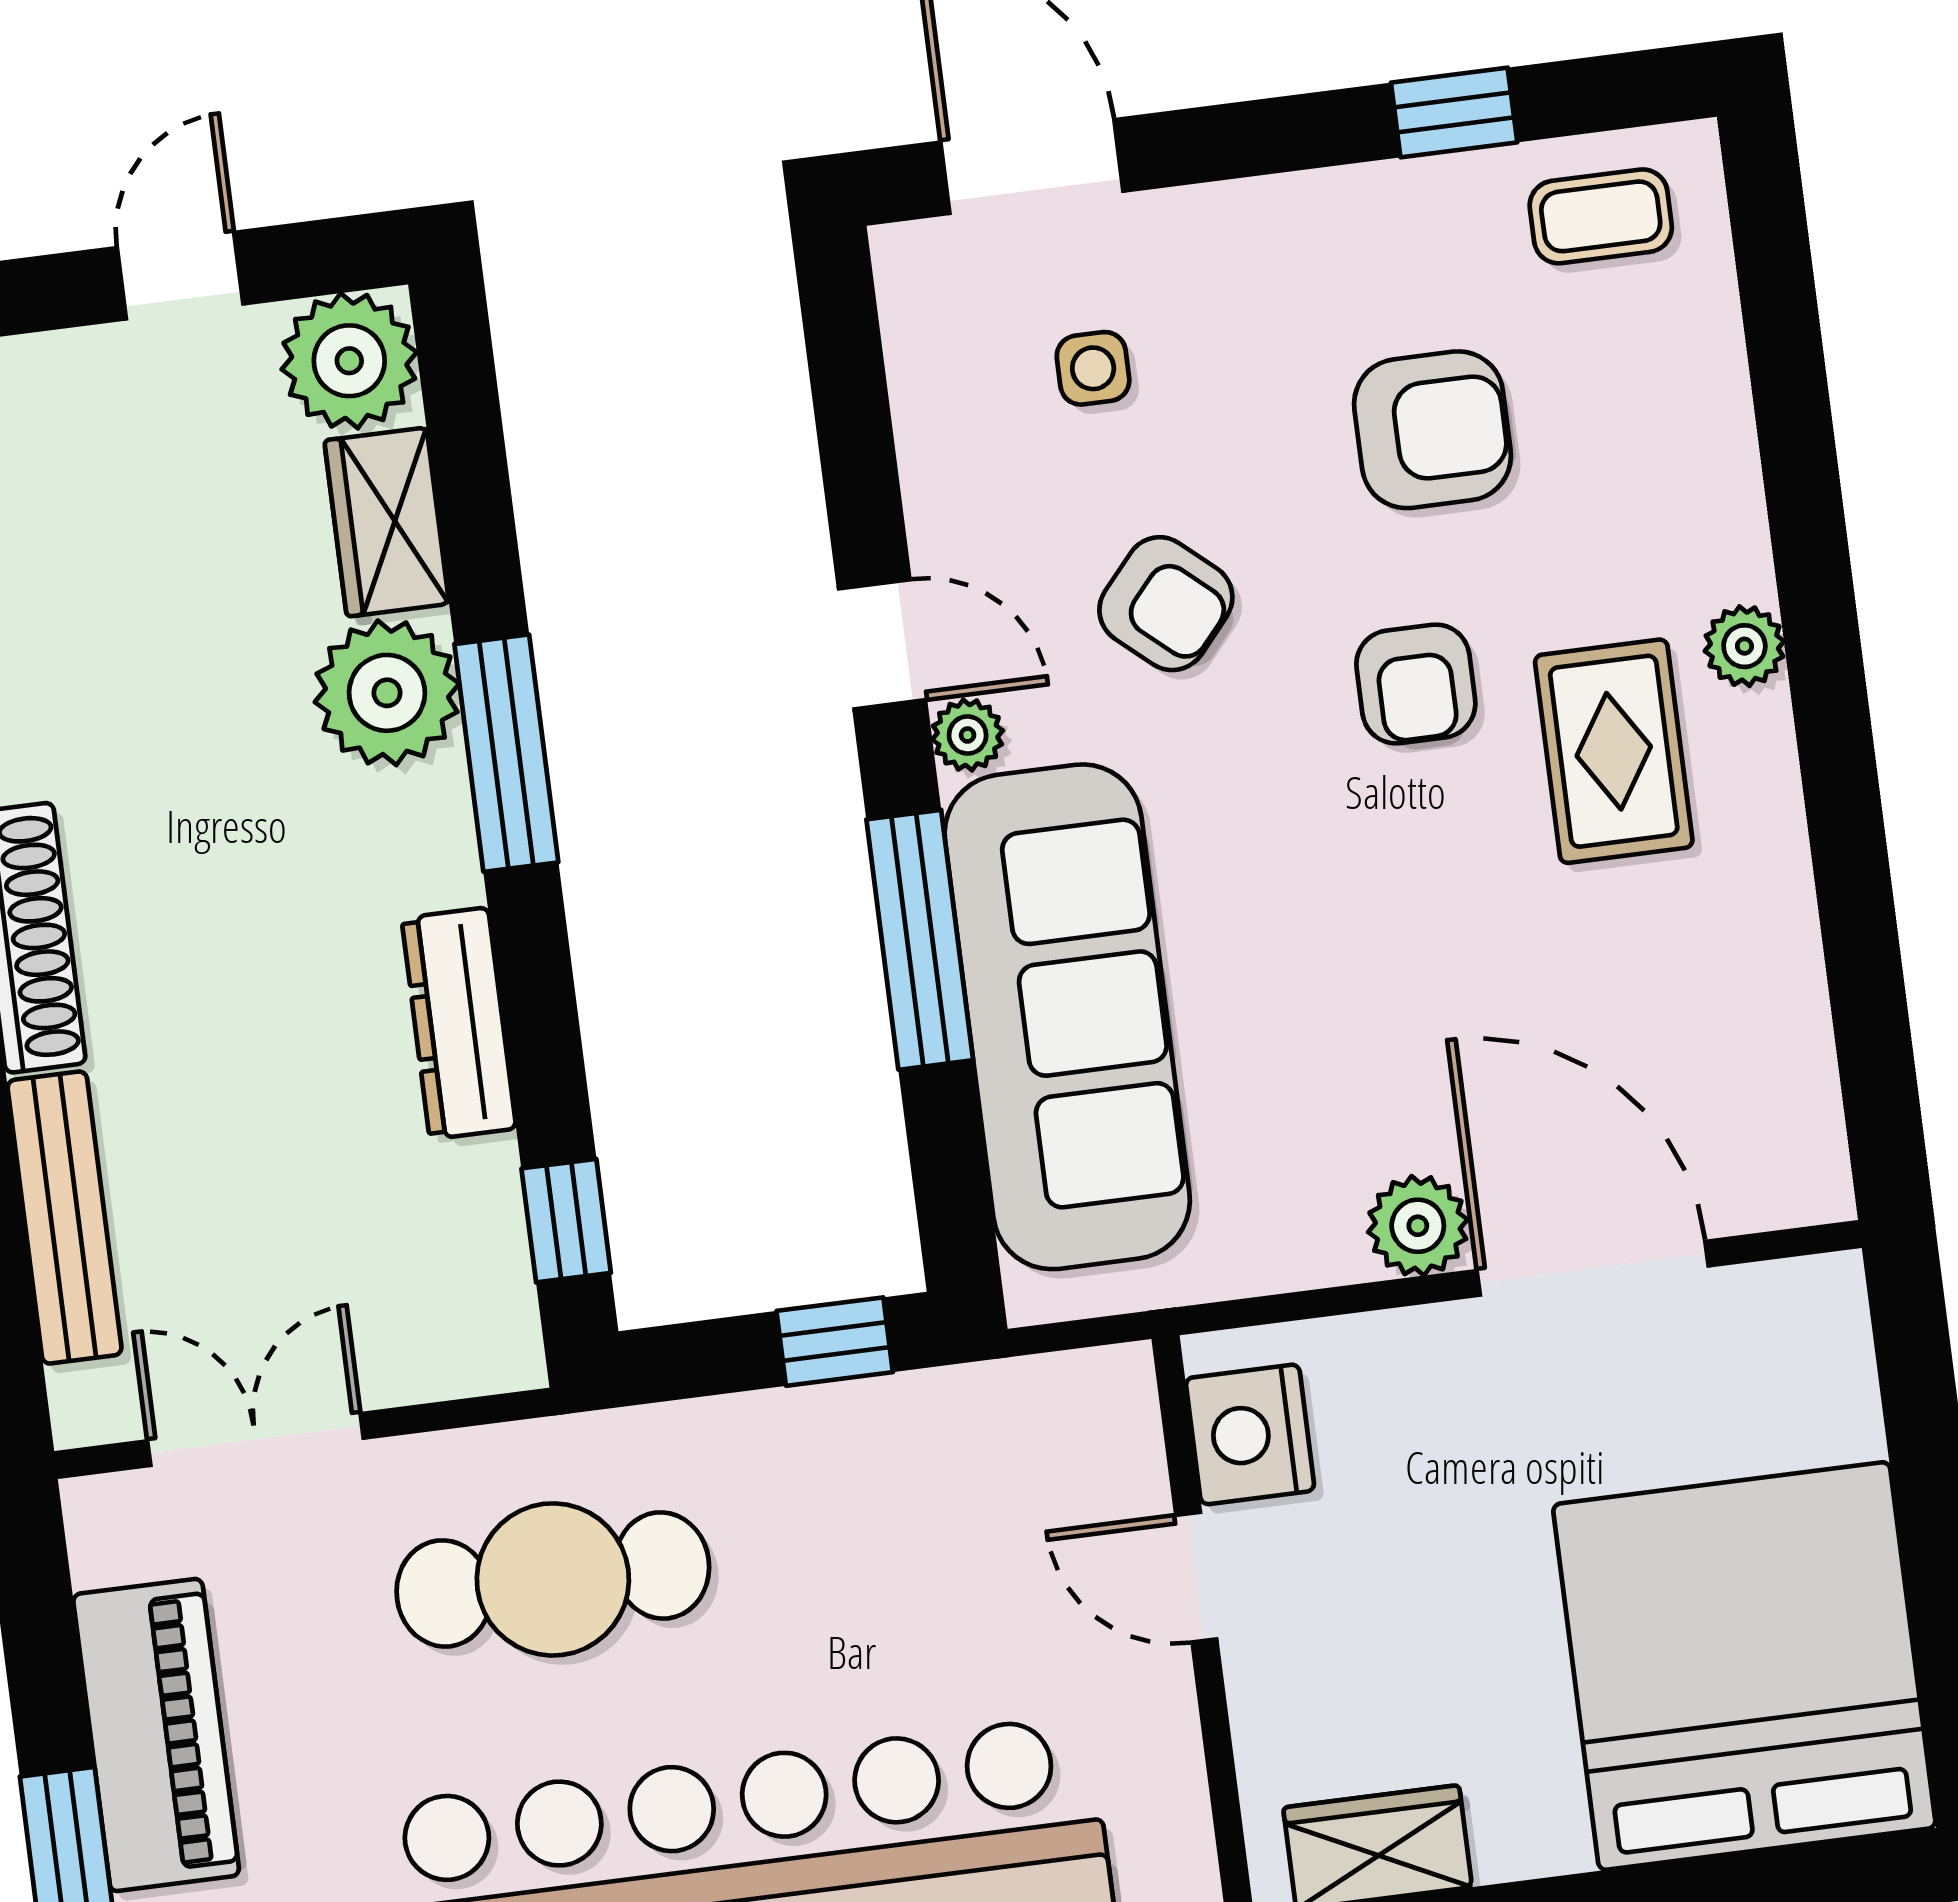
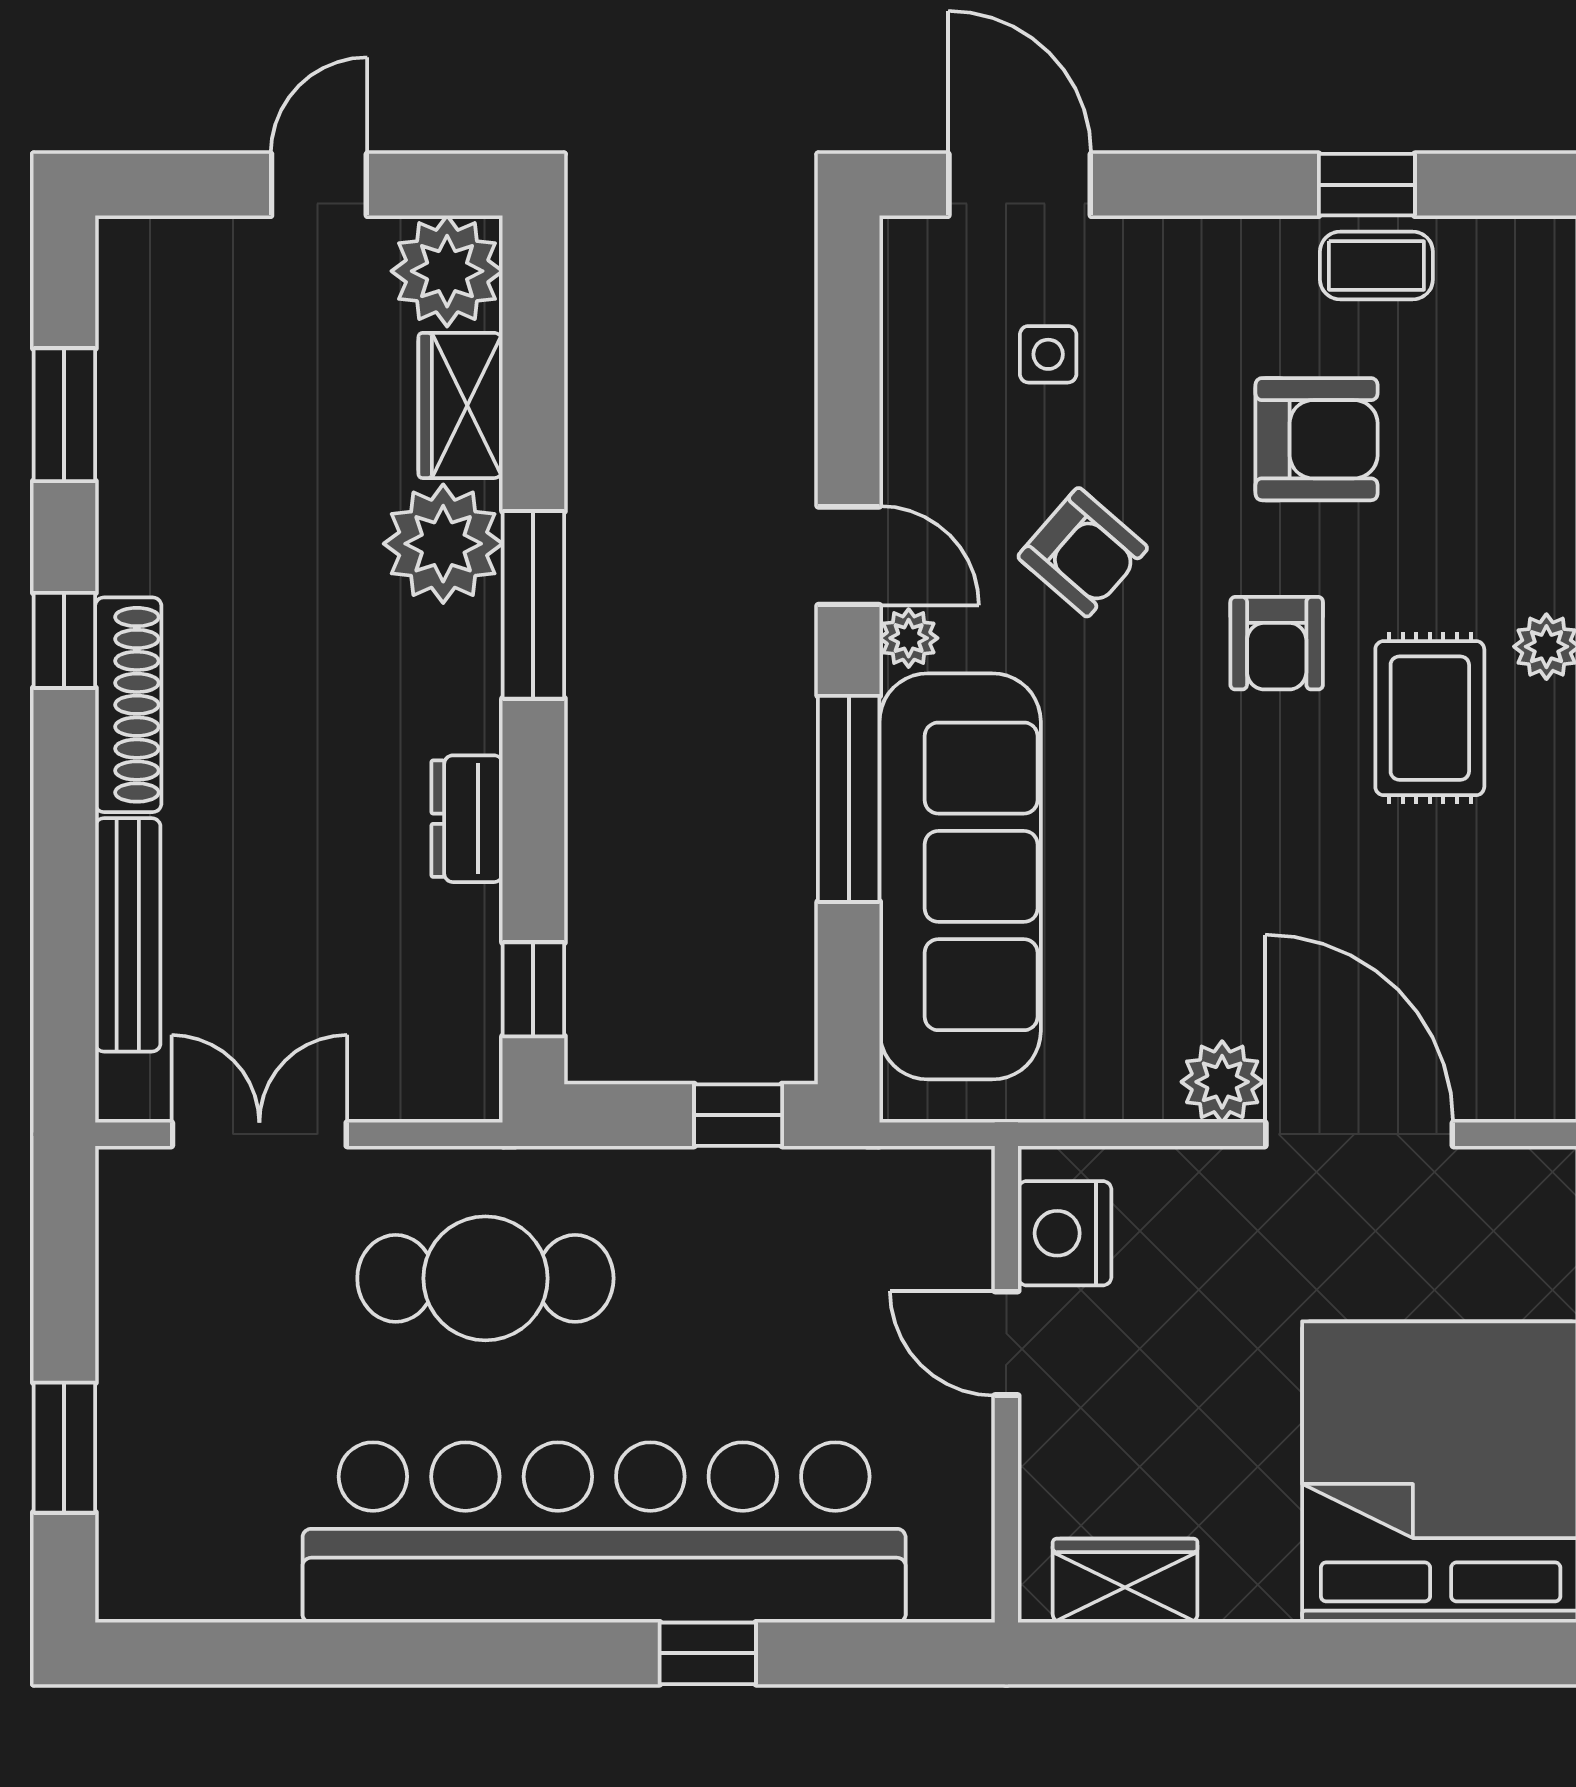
coffee table: (1601, 216) -> (1376, 266), moved
dresser: (459, 1023) -> (467, 819), width x0.70
piano: (156, 1735) -> (148, 1363), removed

